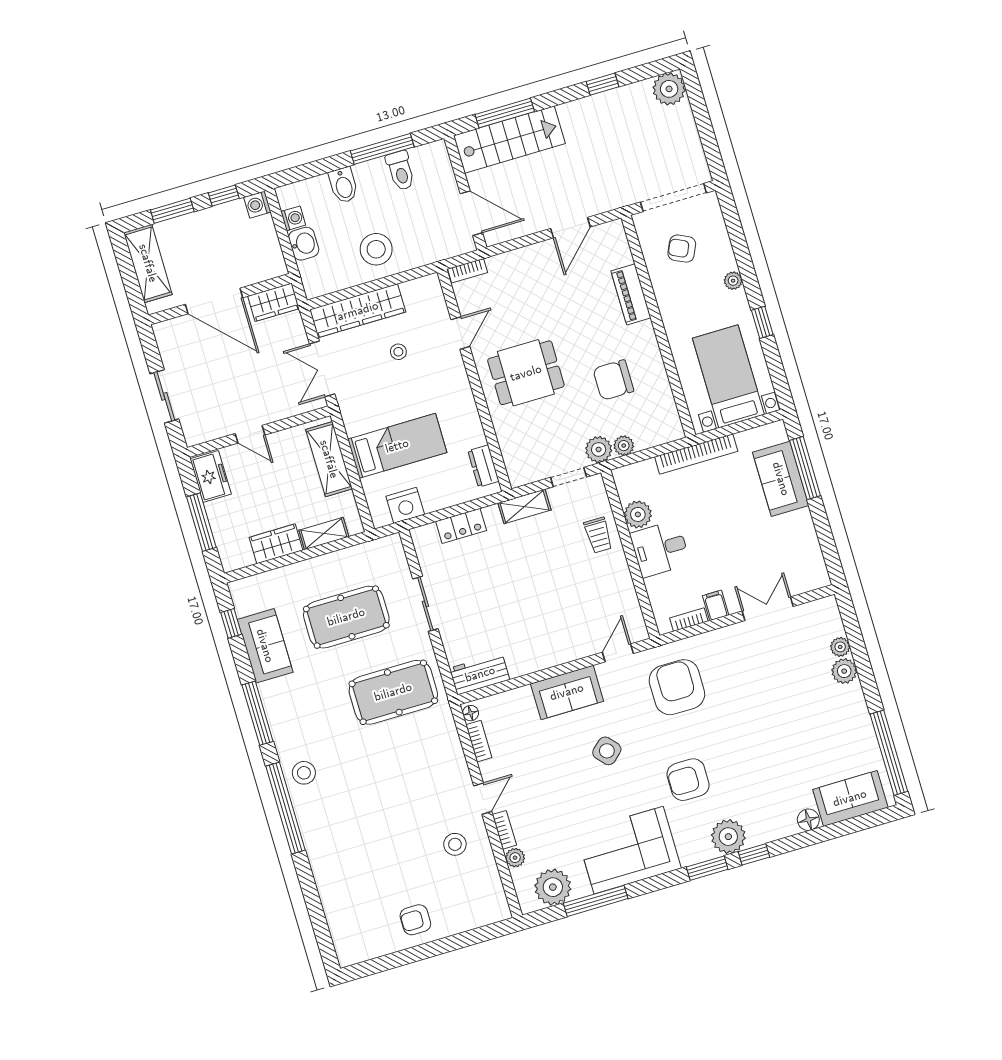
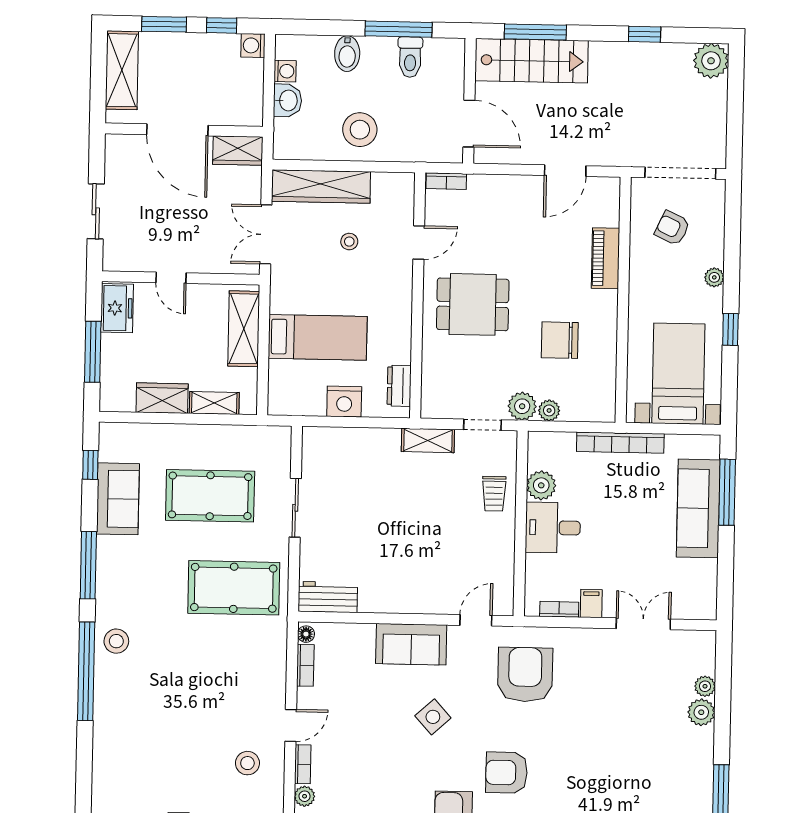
sofa: (781, 479) -> (698, 508), width x1.36
nightstand: (405, 505) -> (344, 402), moved
locker: (461, 526) -> (357, 440), removed

